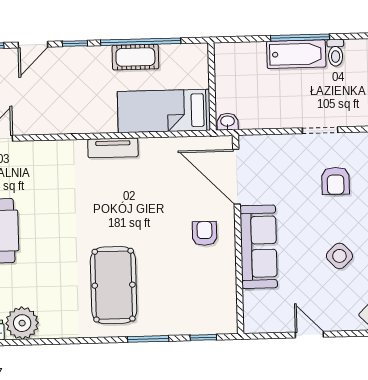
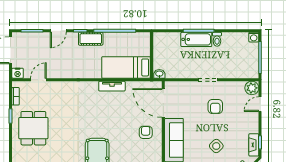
cot: (135, 57) -> (91, 39), moved
tv unit: (113, 148) -> (112, 86), moved

